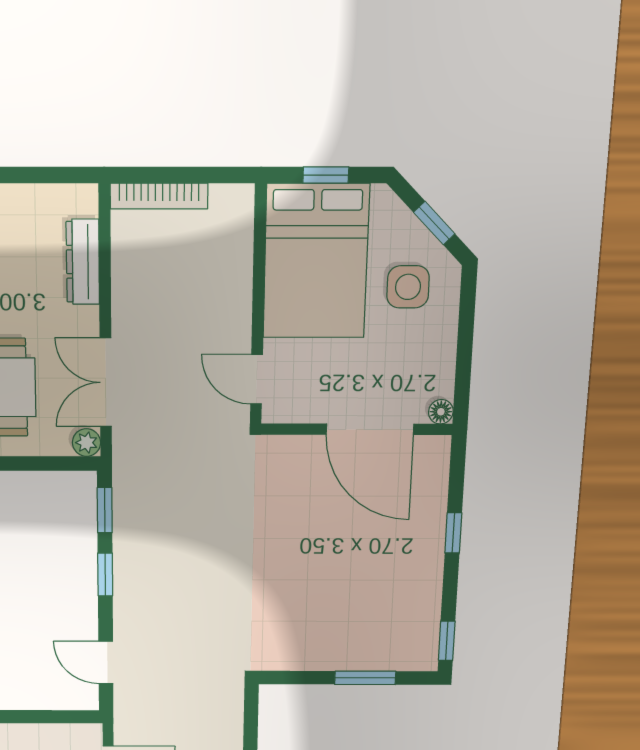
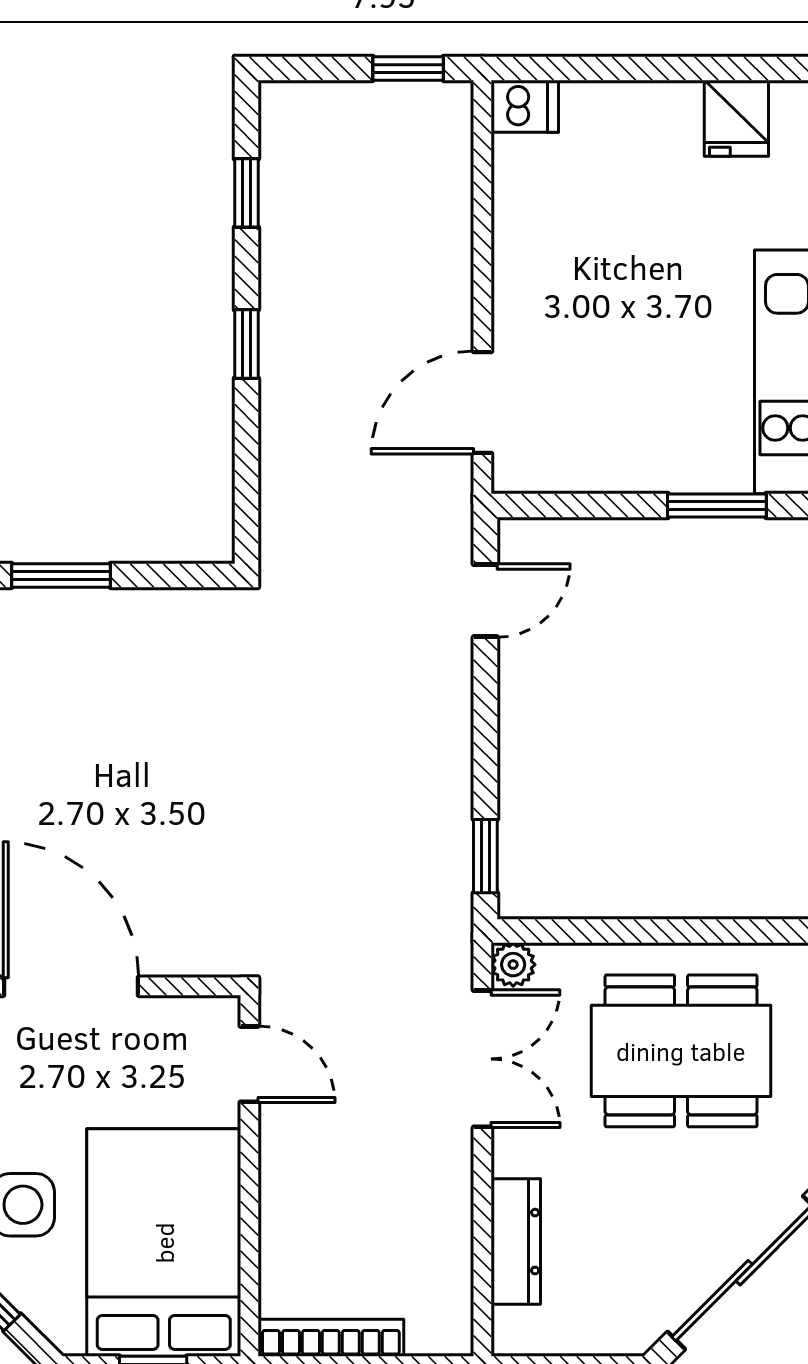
bookcase: (159, 196) -> (331, 1338), moved
window: (105, 574) -> (485, 750), removed
door: (106, 662) -> (485, 601), hinge flipped

